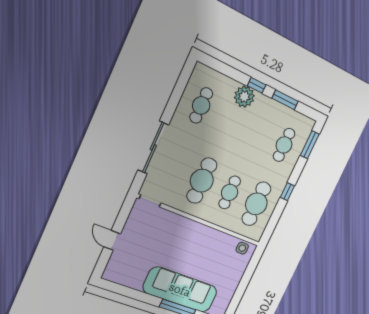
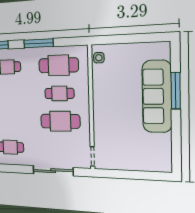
window: (287, 192) -> (38, 43), width x2.17
door: (112, 240) -> (136, 175), removed

